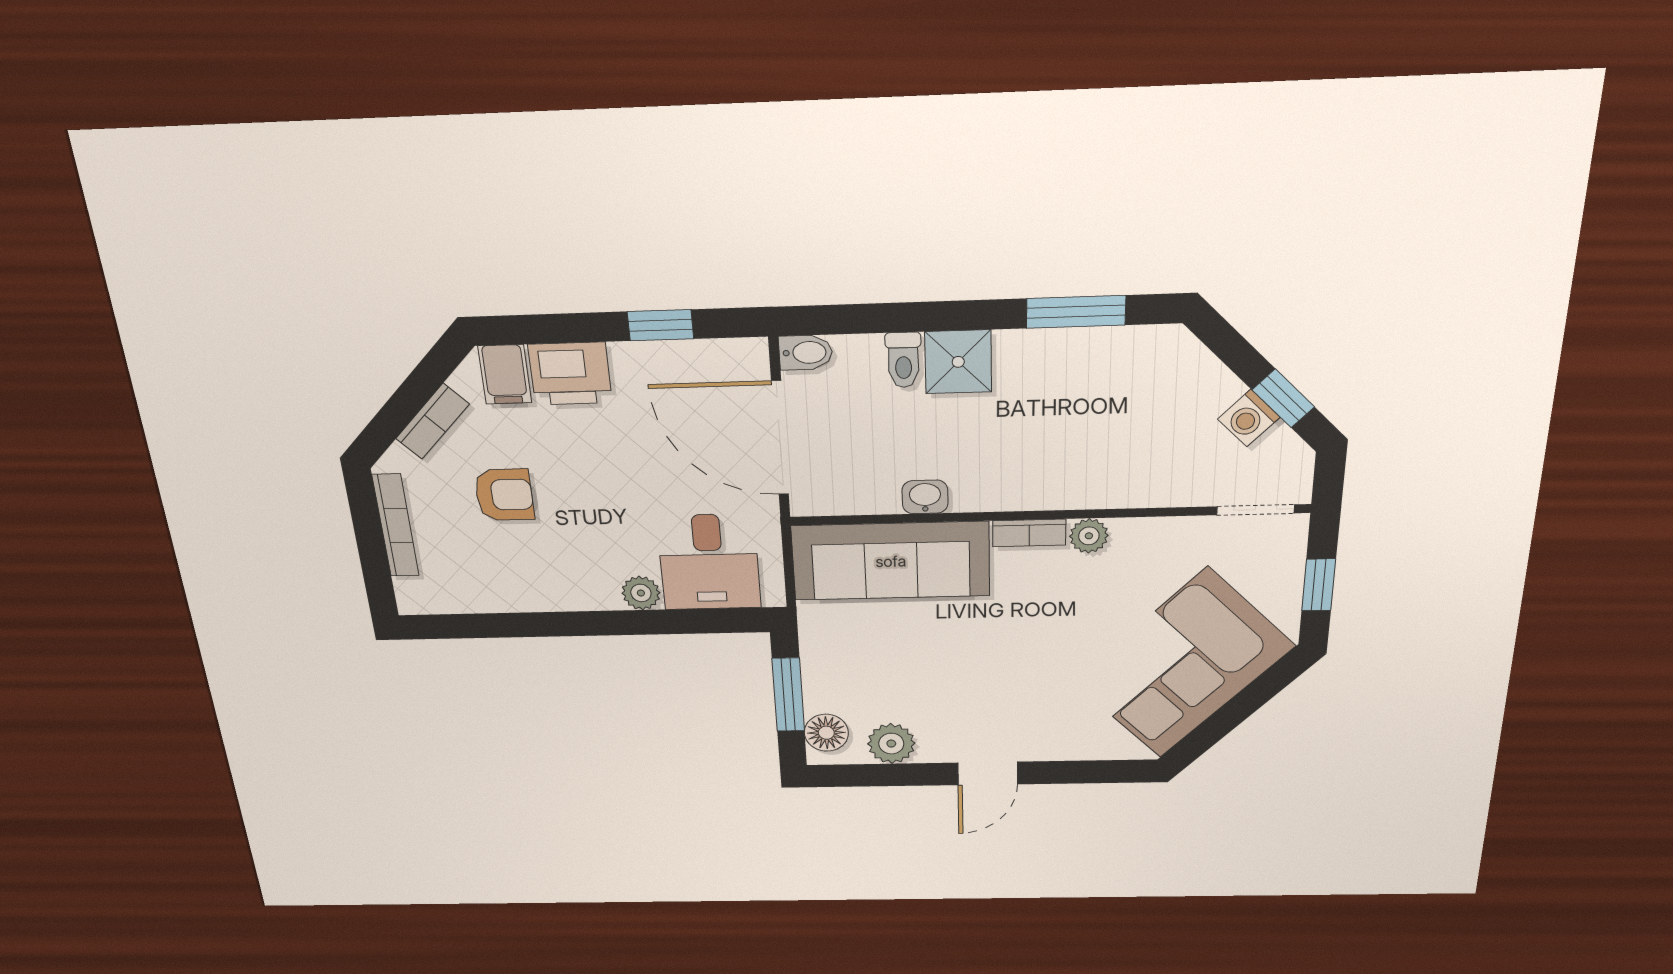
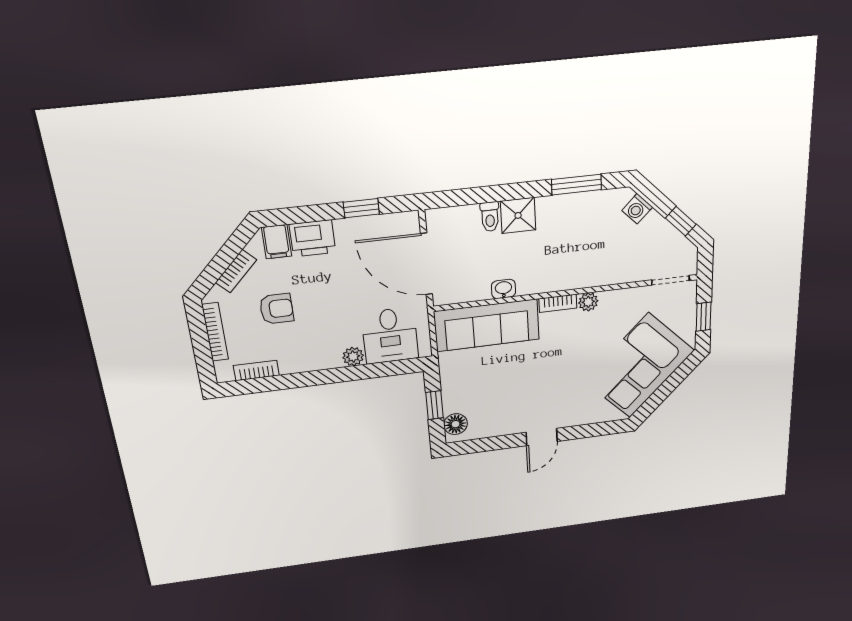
bidet: (806, 353) -> (439, 217), removed
washing machine: (1249, 418) -> (637, 209), moved
bookcase: (468, 600) -> (256, 370), added
window: (788, 695) -> (434, 405), width x0.67
plant: (891, 744) -> (490, 426), removed

